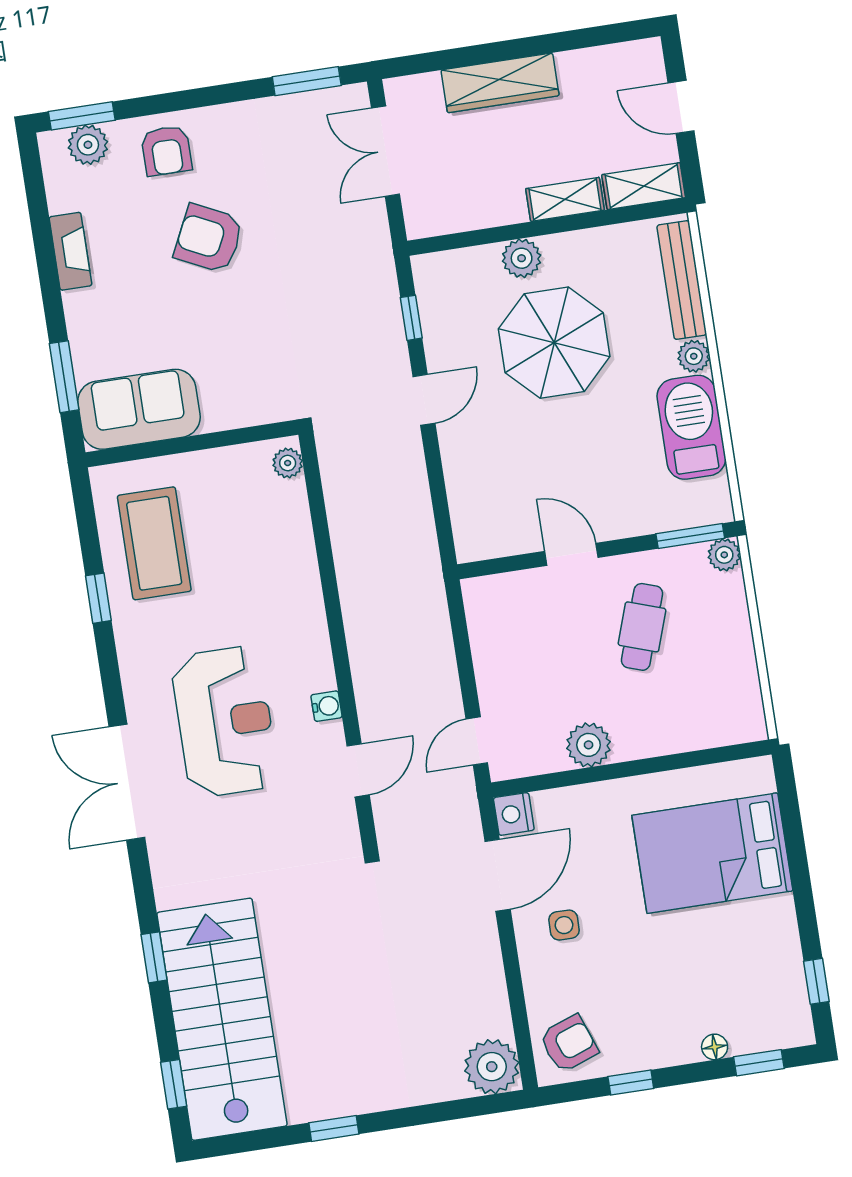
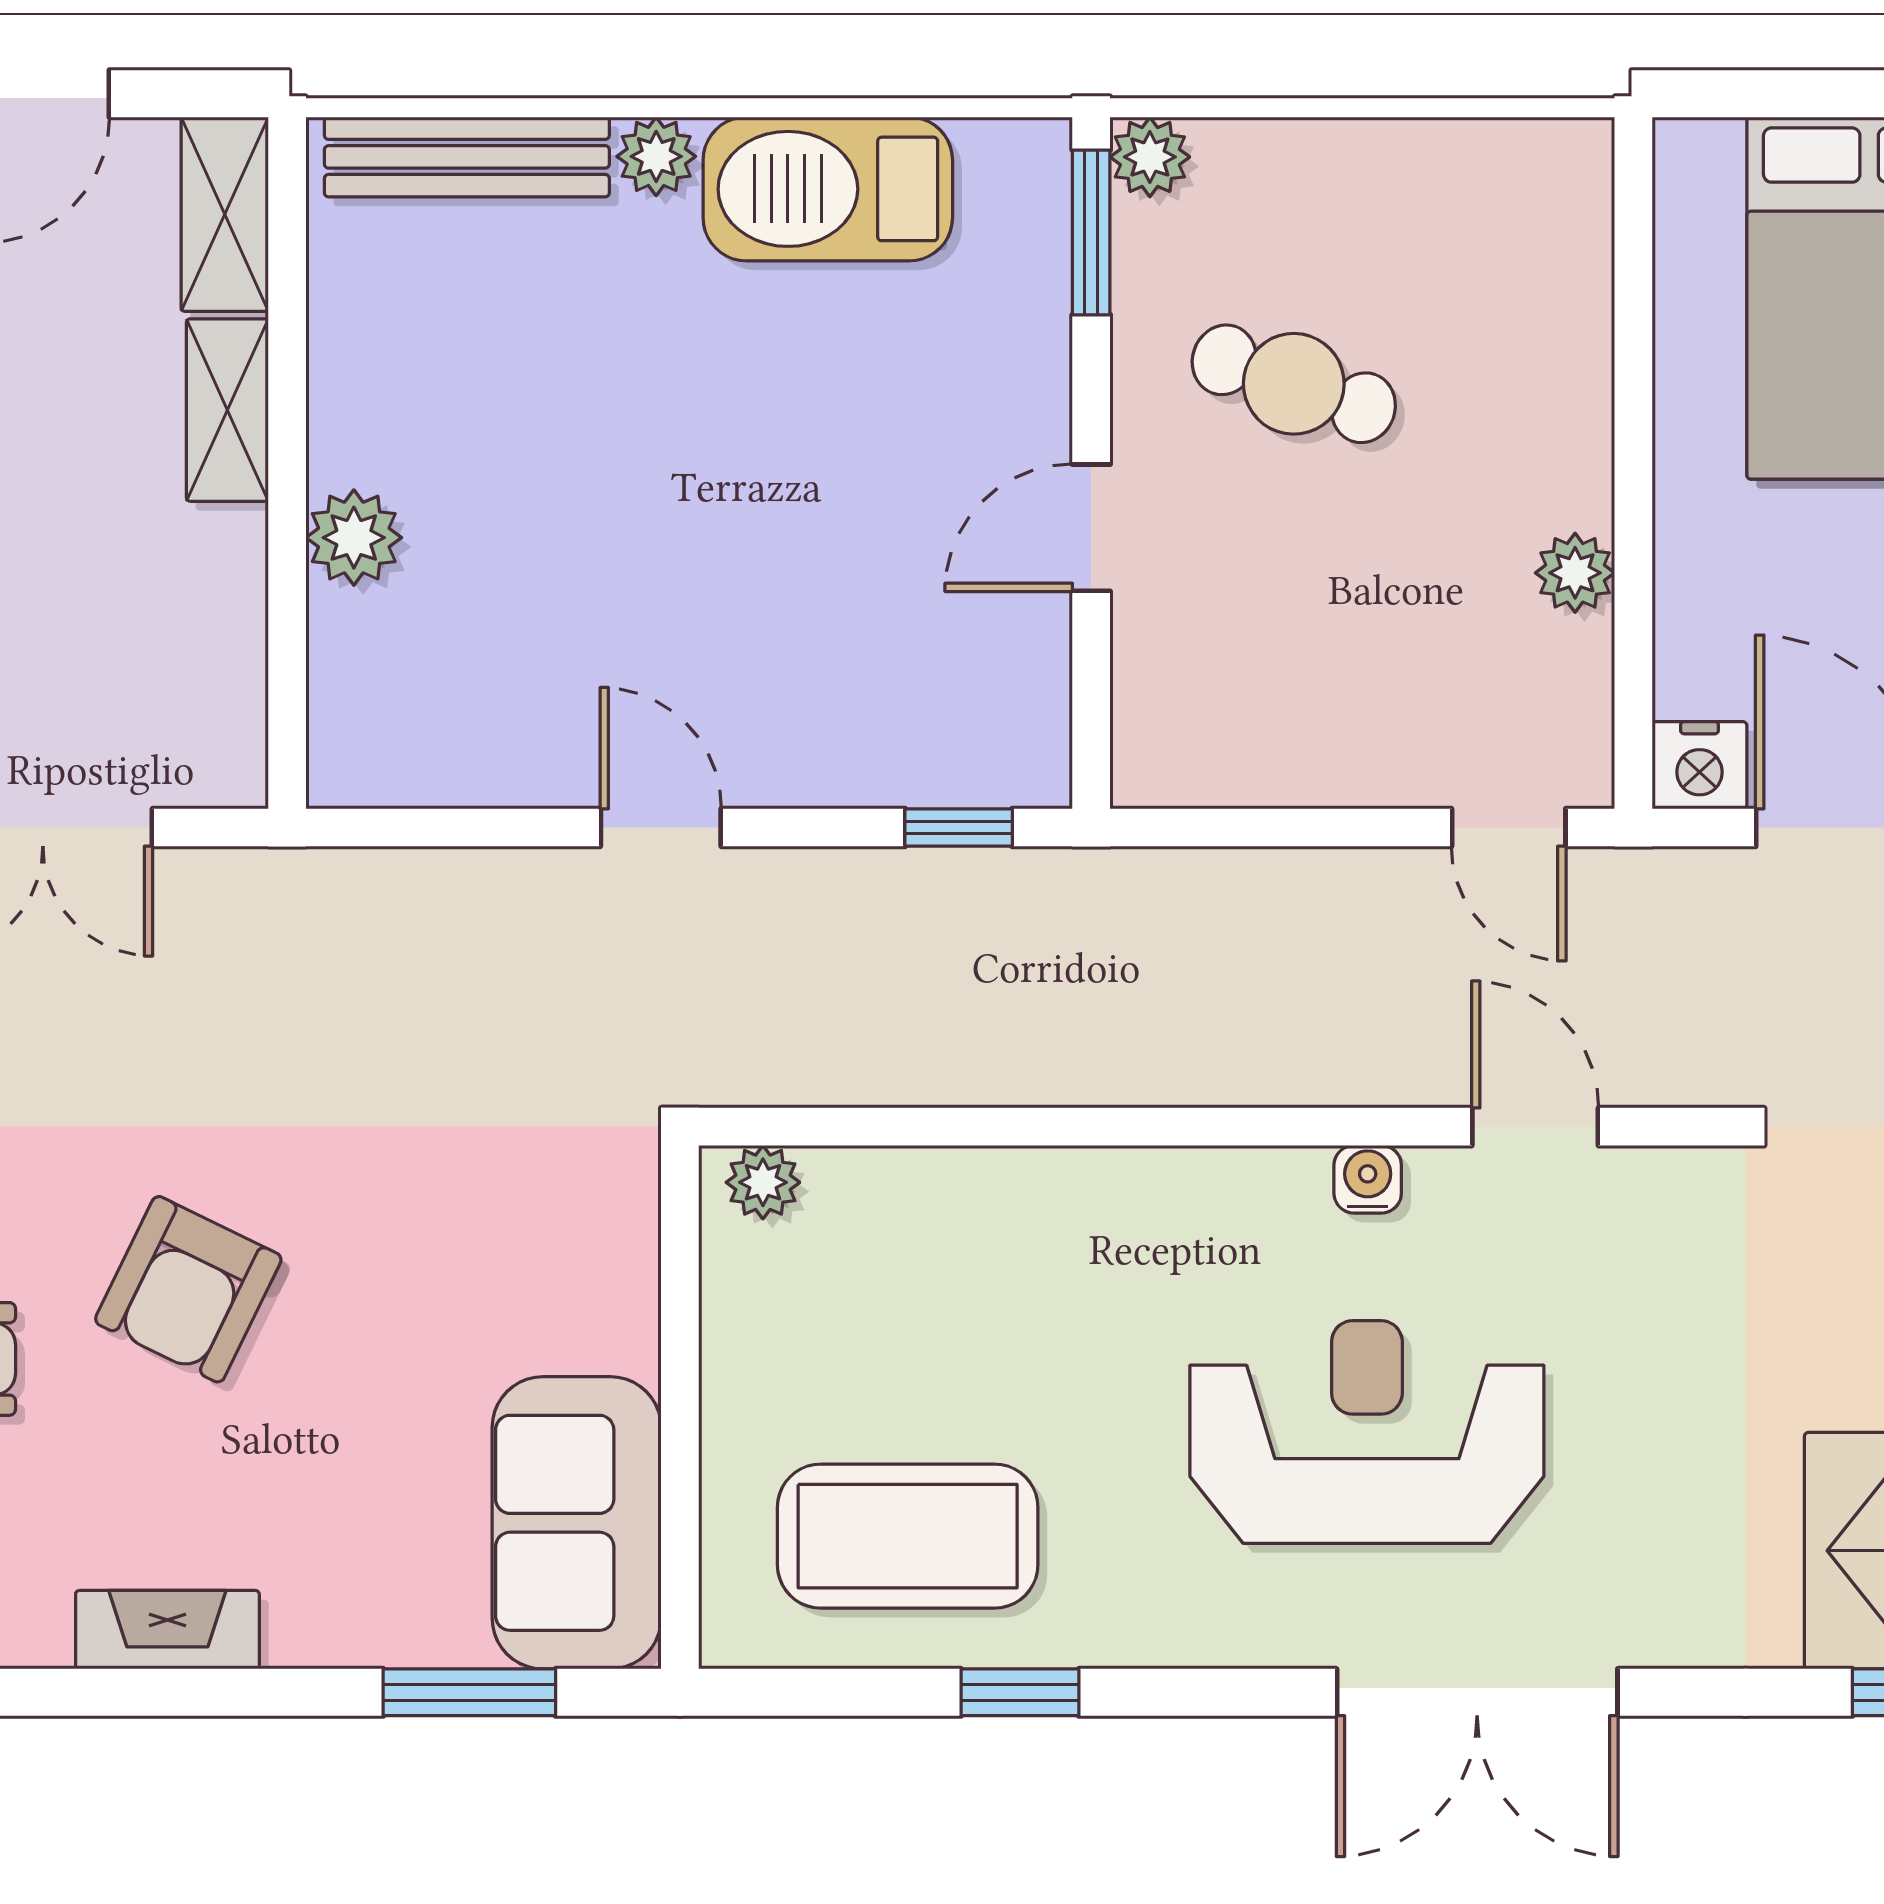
window: (411, 318) -> (959, 828), moved
parasol: (554, 343) -> (571, 490), removed
plant: (589, 745) -> (1575, 573), width x0.73, depth x0.73

